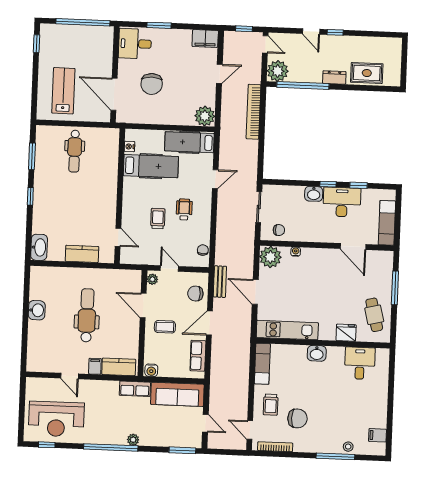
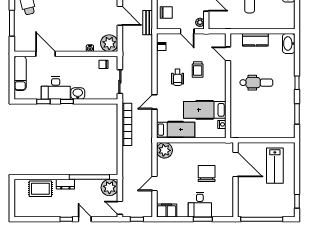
desk: (135, 44) -> (200, 205), moved, turned 90
bookcase: (254, 112) -> (127, 124), moved
dental chair: (75, 151) -> (256, 83), moved, turned 90

